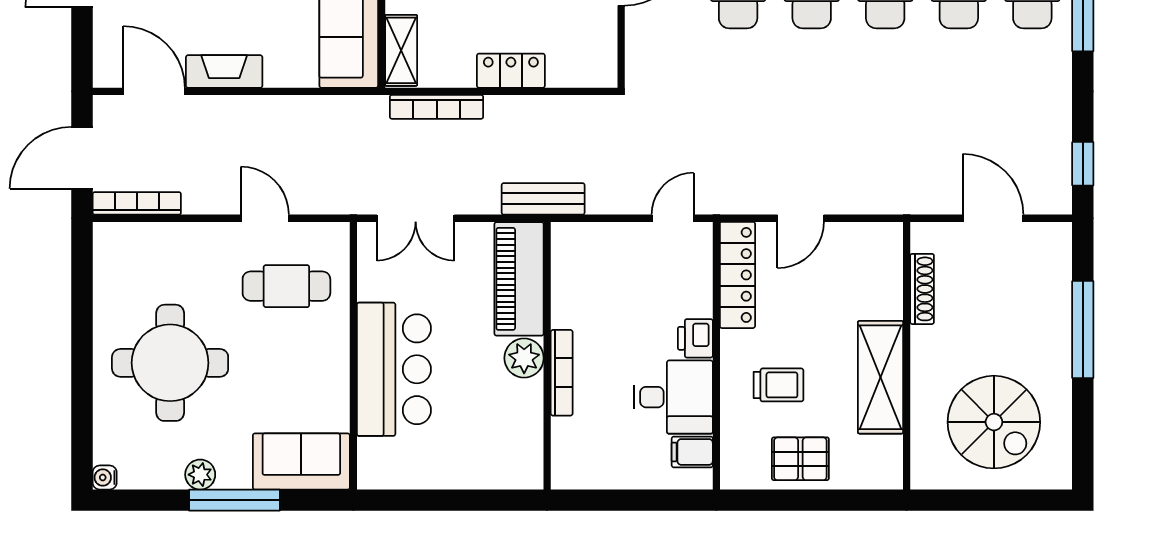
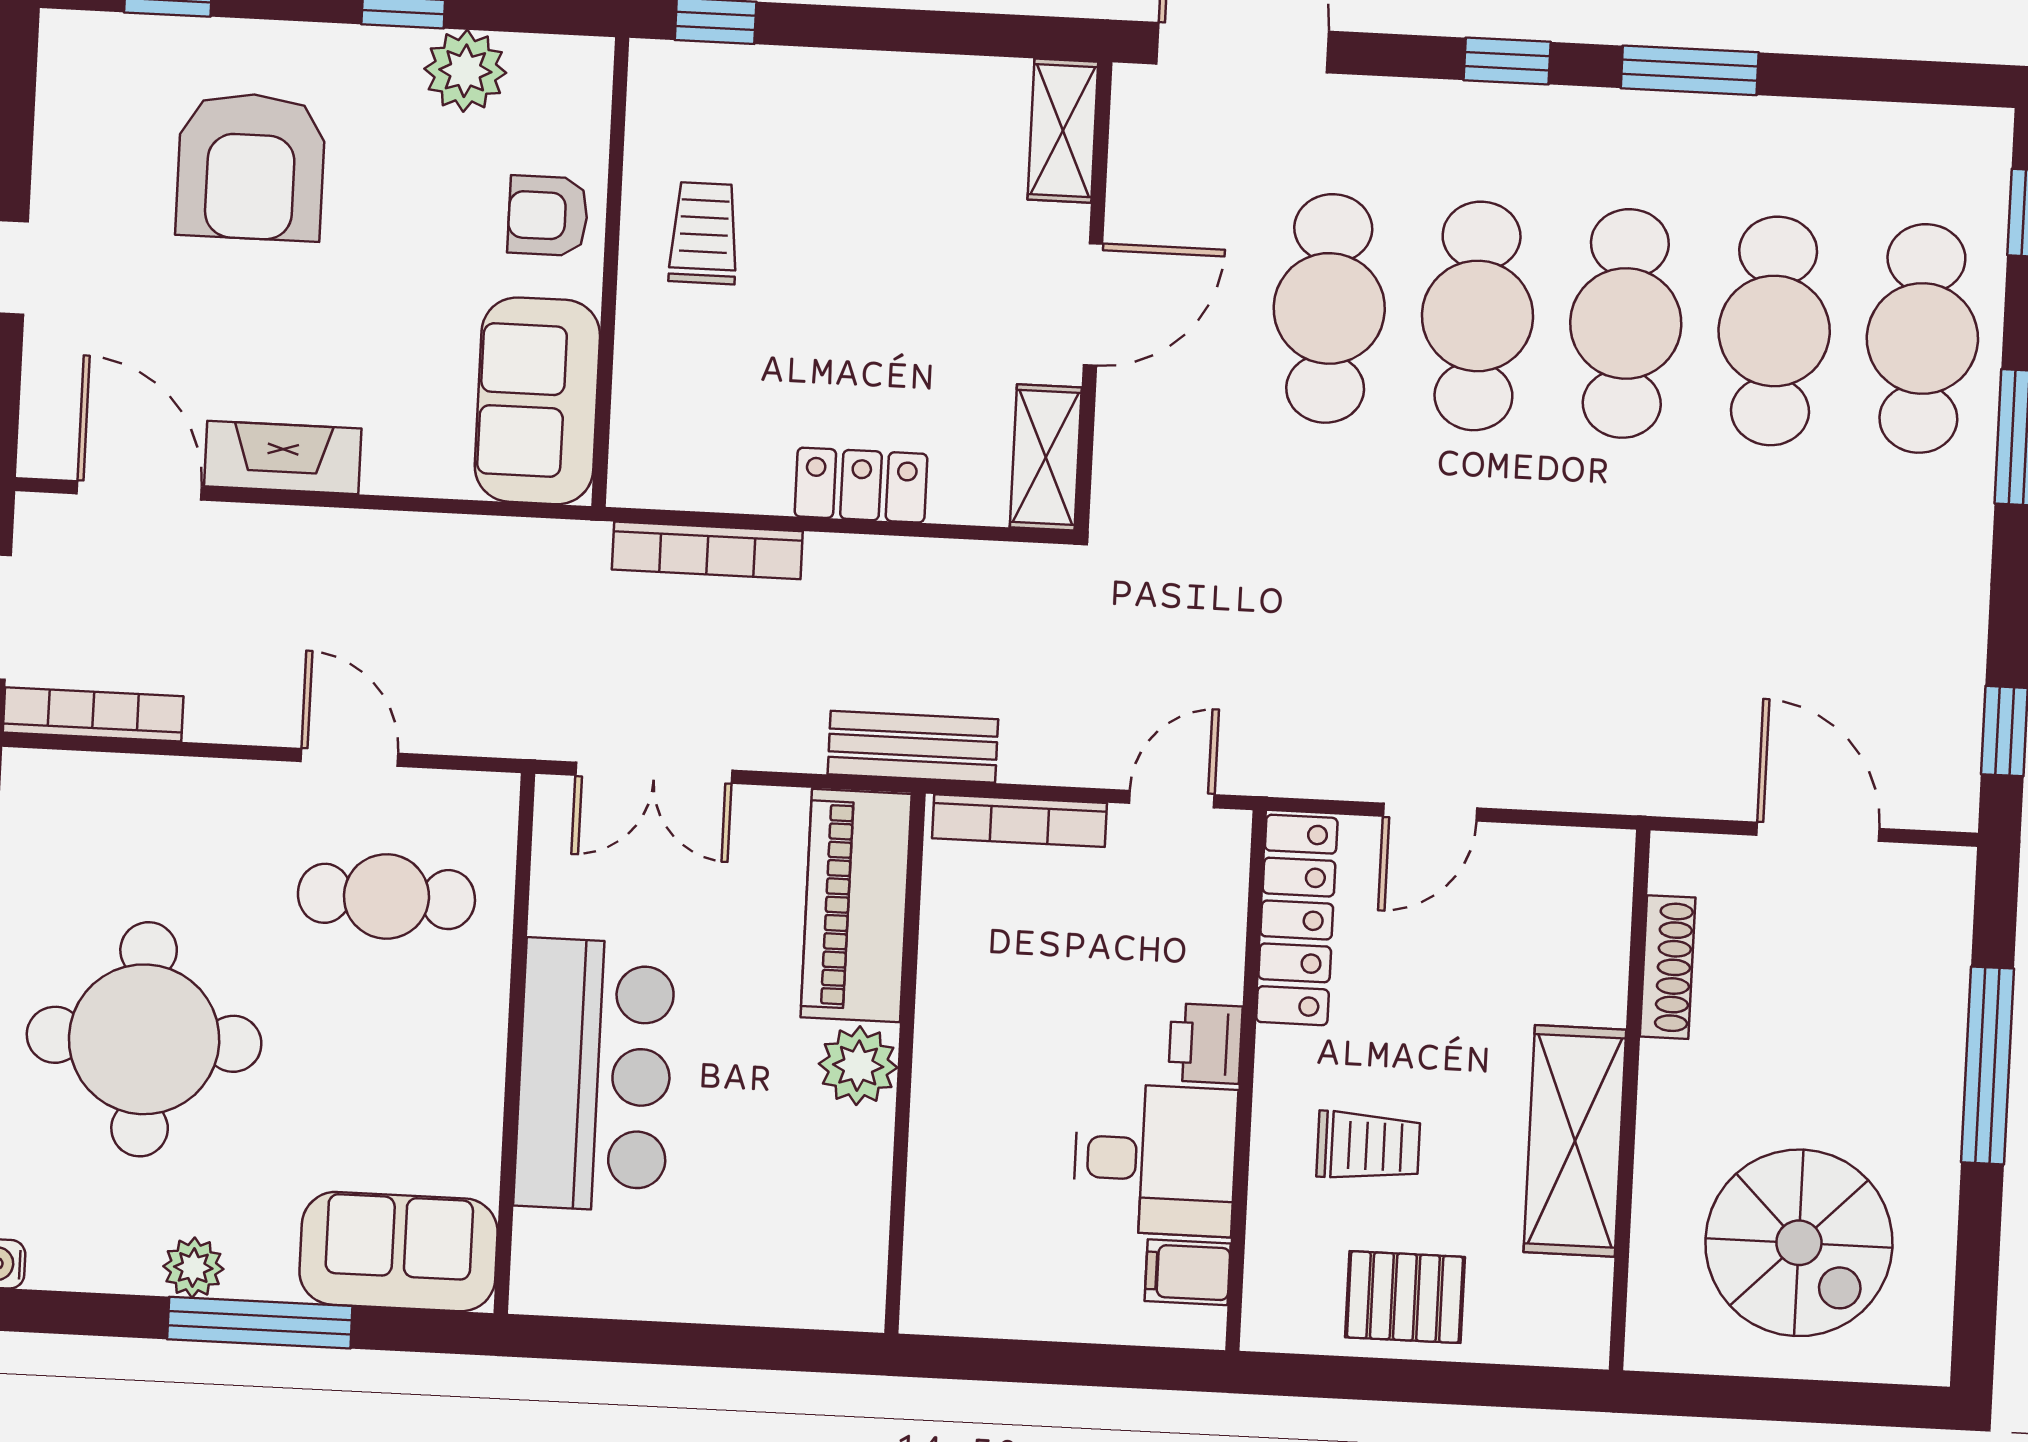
shelving: (401, 50) -> (1046, 457), moved
bookcase: (562, 373) -> (1020, 821), moved, turned 90

